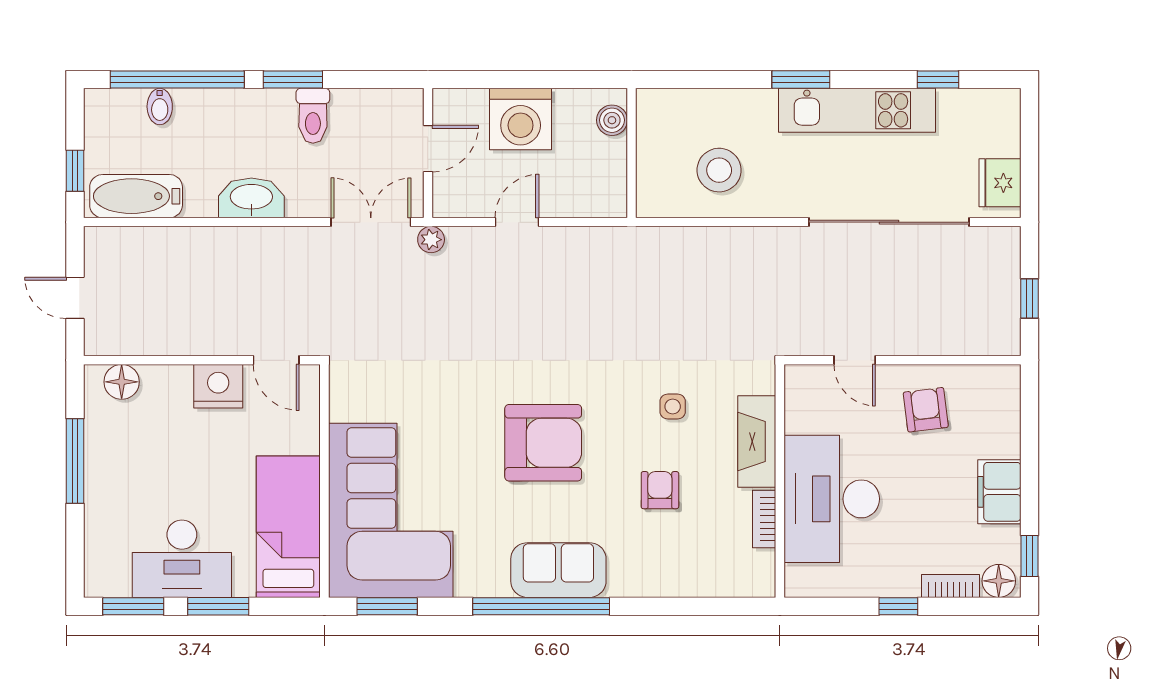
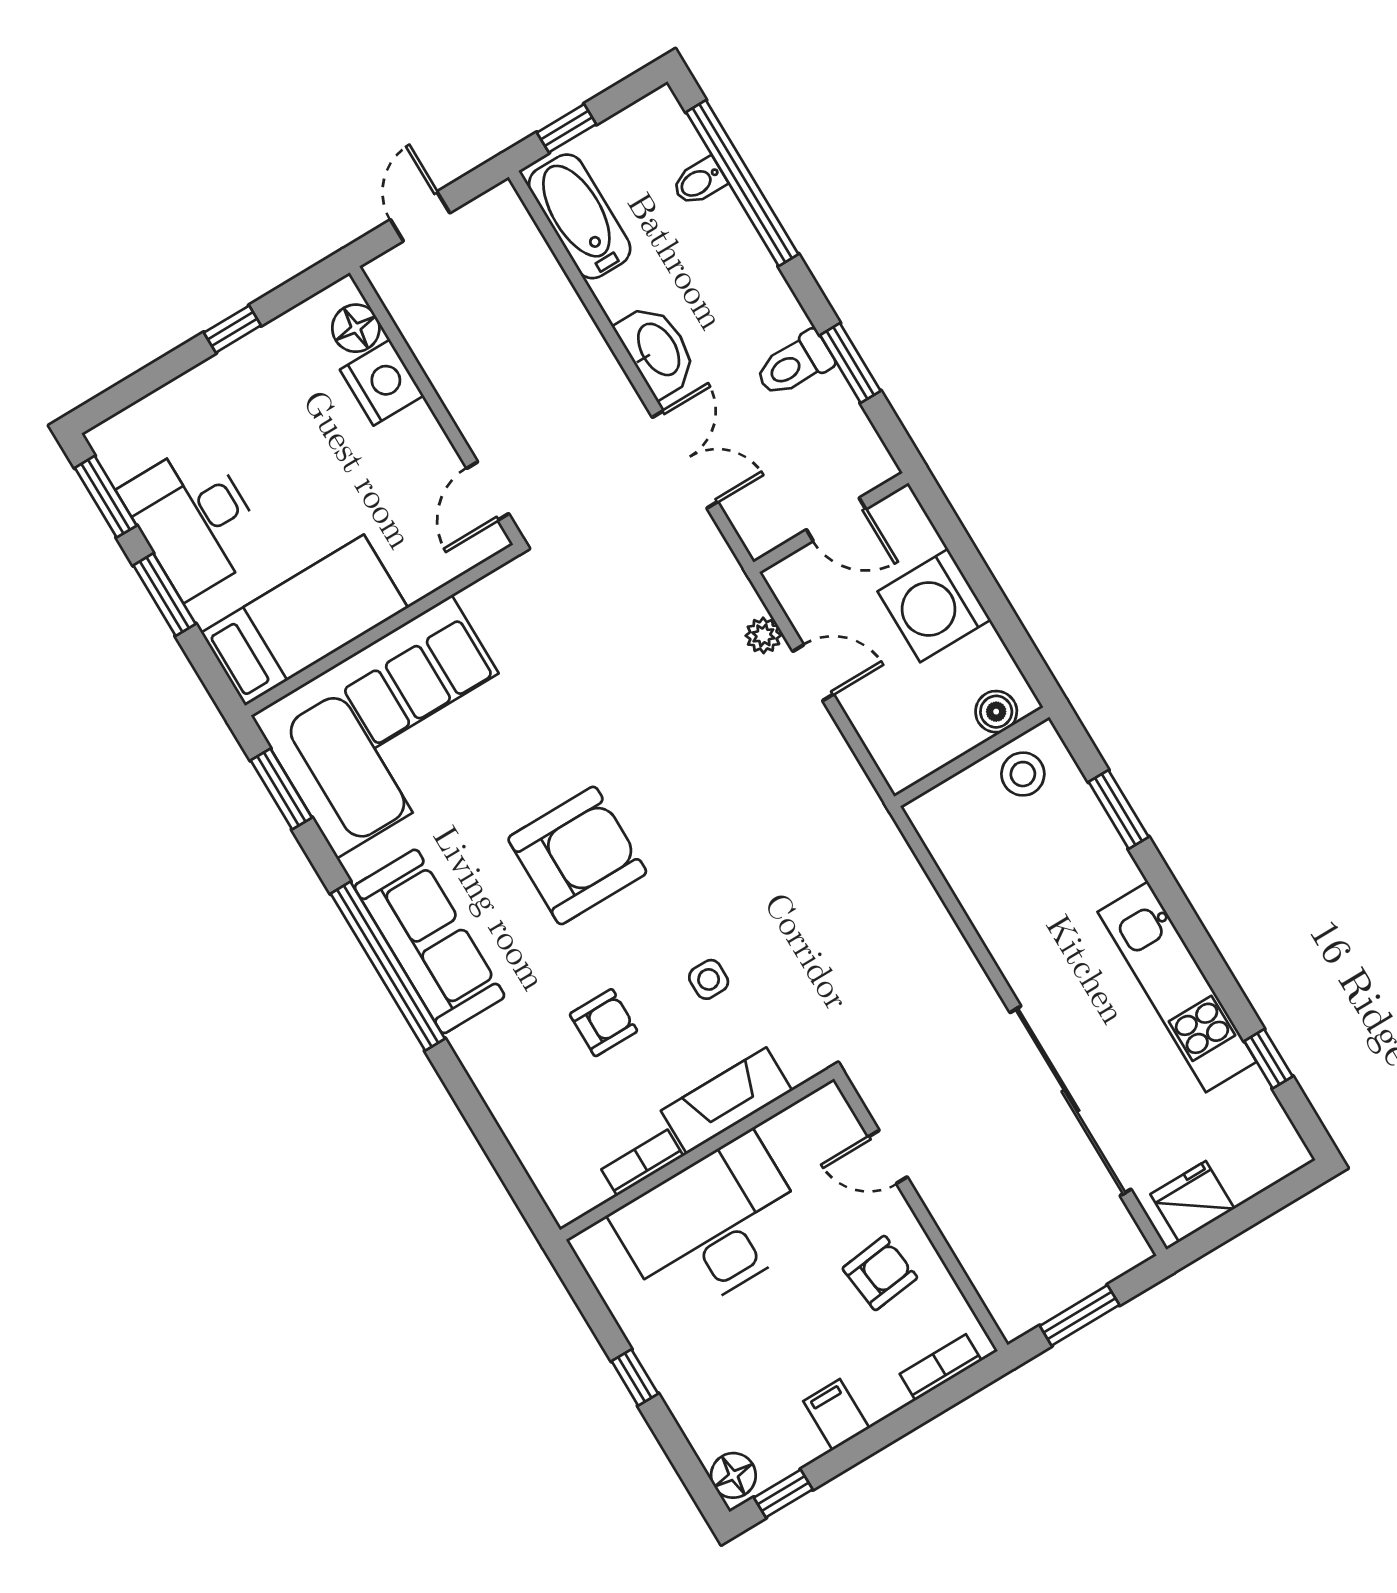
window: (293, 80) -> (850, 363), moved
window: (801, 80) -> (1119, 809), moved
stool: (719, 170) -> (1023, 774), moved, width x0.73, depth x0.73
double door: (371, 222) -> (685, 460), moved
plant: (431, 240) -> (763, 635), moved
window: (1029, 299) -> (1080, 1315), width x1.50
door: (855, 360) -> (888, 1157), hinge flipped
nightstand: (218, 386) -> (382, 383), moved
armchair: (543, 443) -> (577, 855), turned -90
window: (75, 461) -> (232, 329), width x0.46
filing cabinet: (999, 492) -> (836, 1415), width x0.50
sofa: (558, 570) -> (429, 941), width x1.36
bookcase: (950, 586) -> (941, 1367), moved, turned -90

